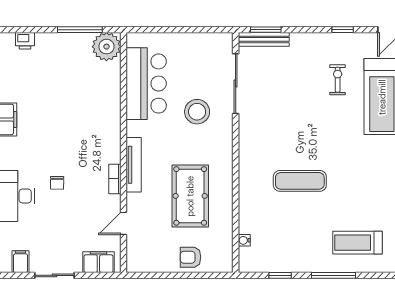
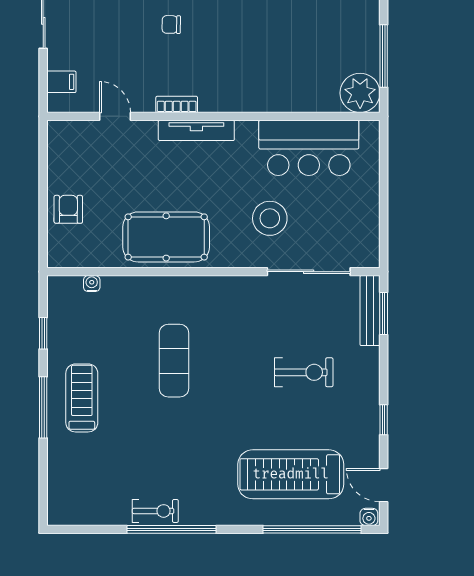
exercise bike: (338, 80) -> (304, 372), moved, width x1.38, depth x1.39
pool table: (190, 196) -> (166, 237), moved
treadmill: (357, 243) -> (82, 398), moved
filing cabinet: (98, 262) -> (61, 82), width x0.50

